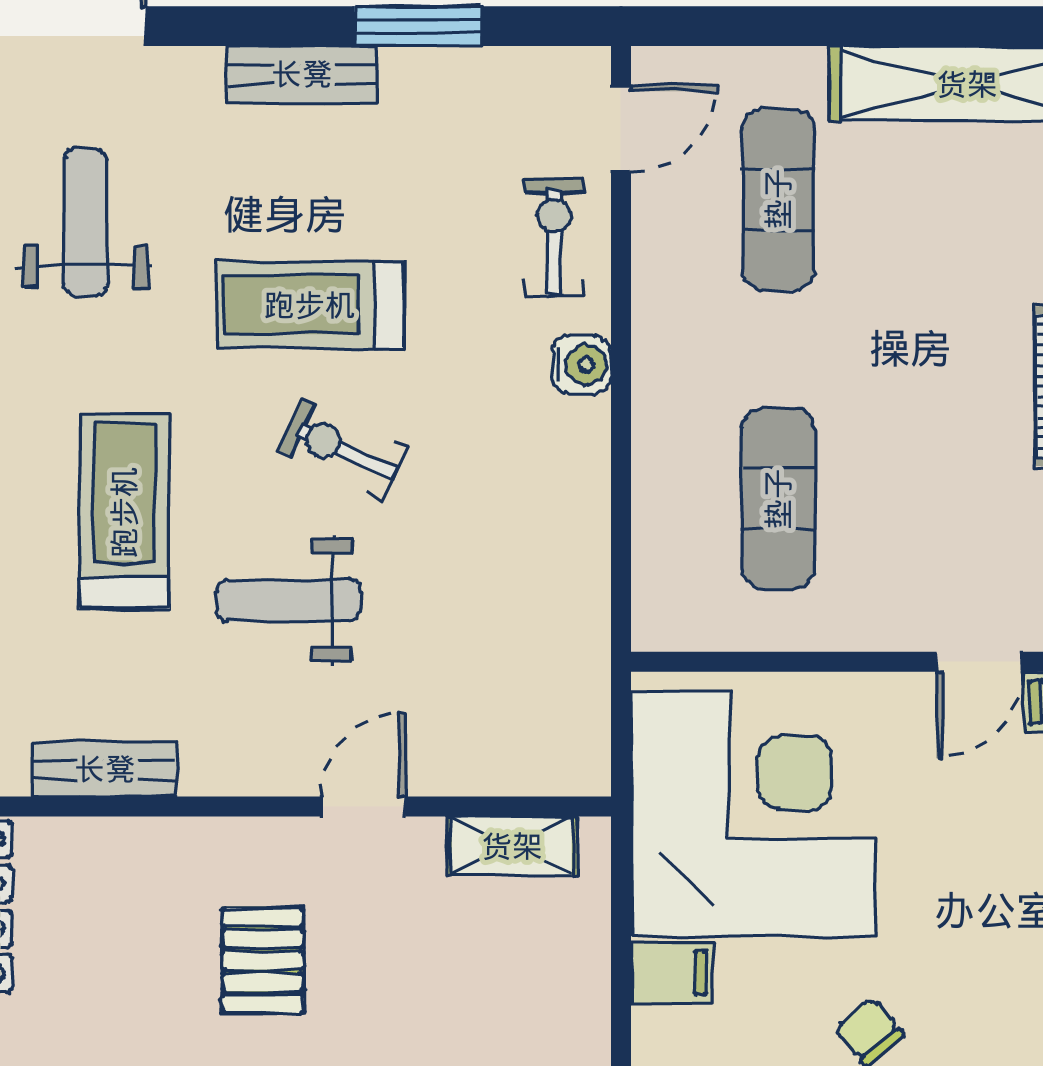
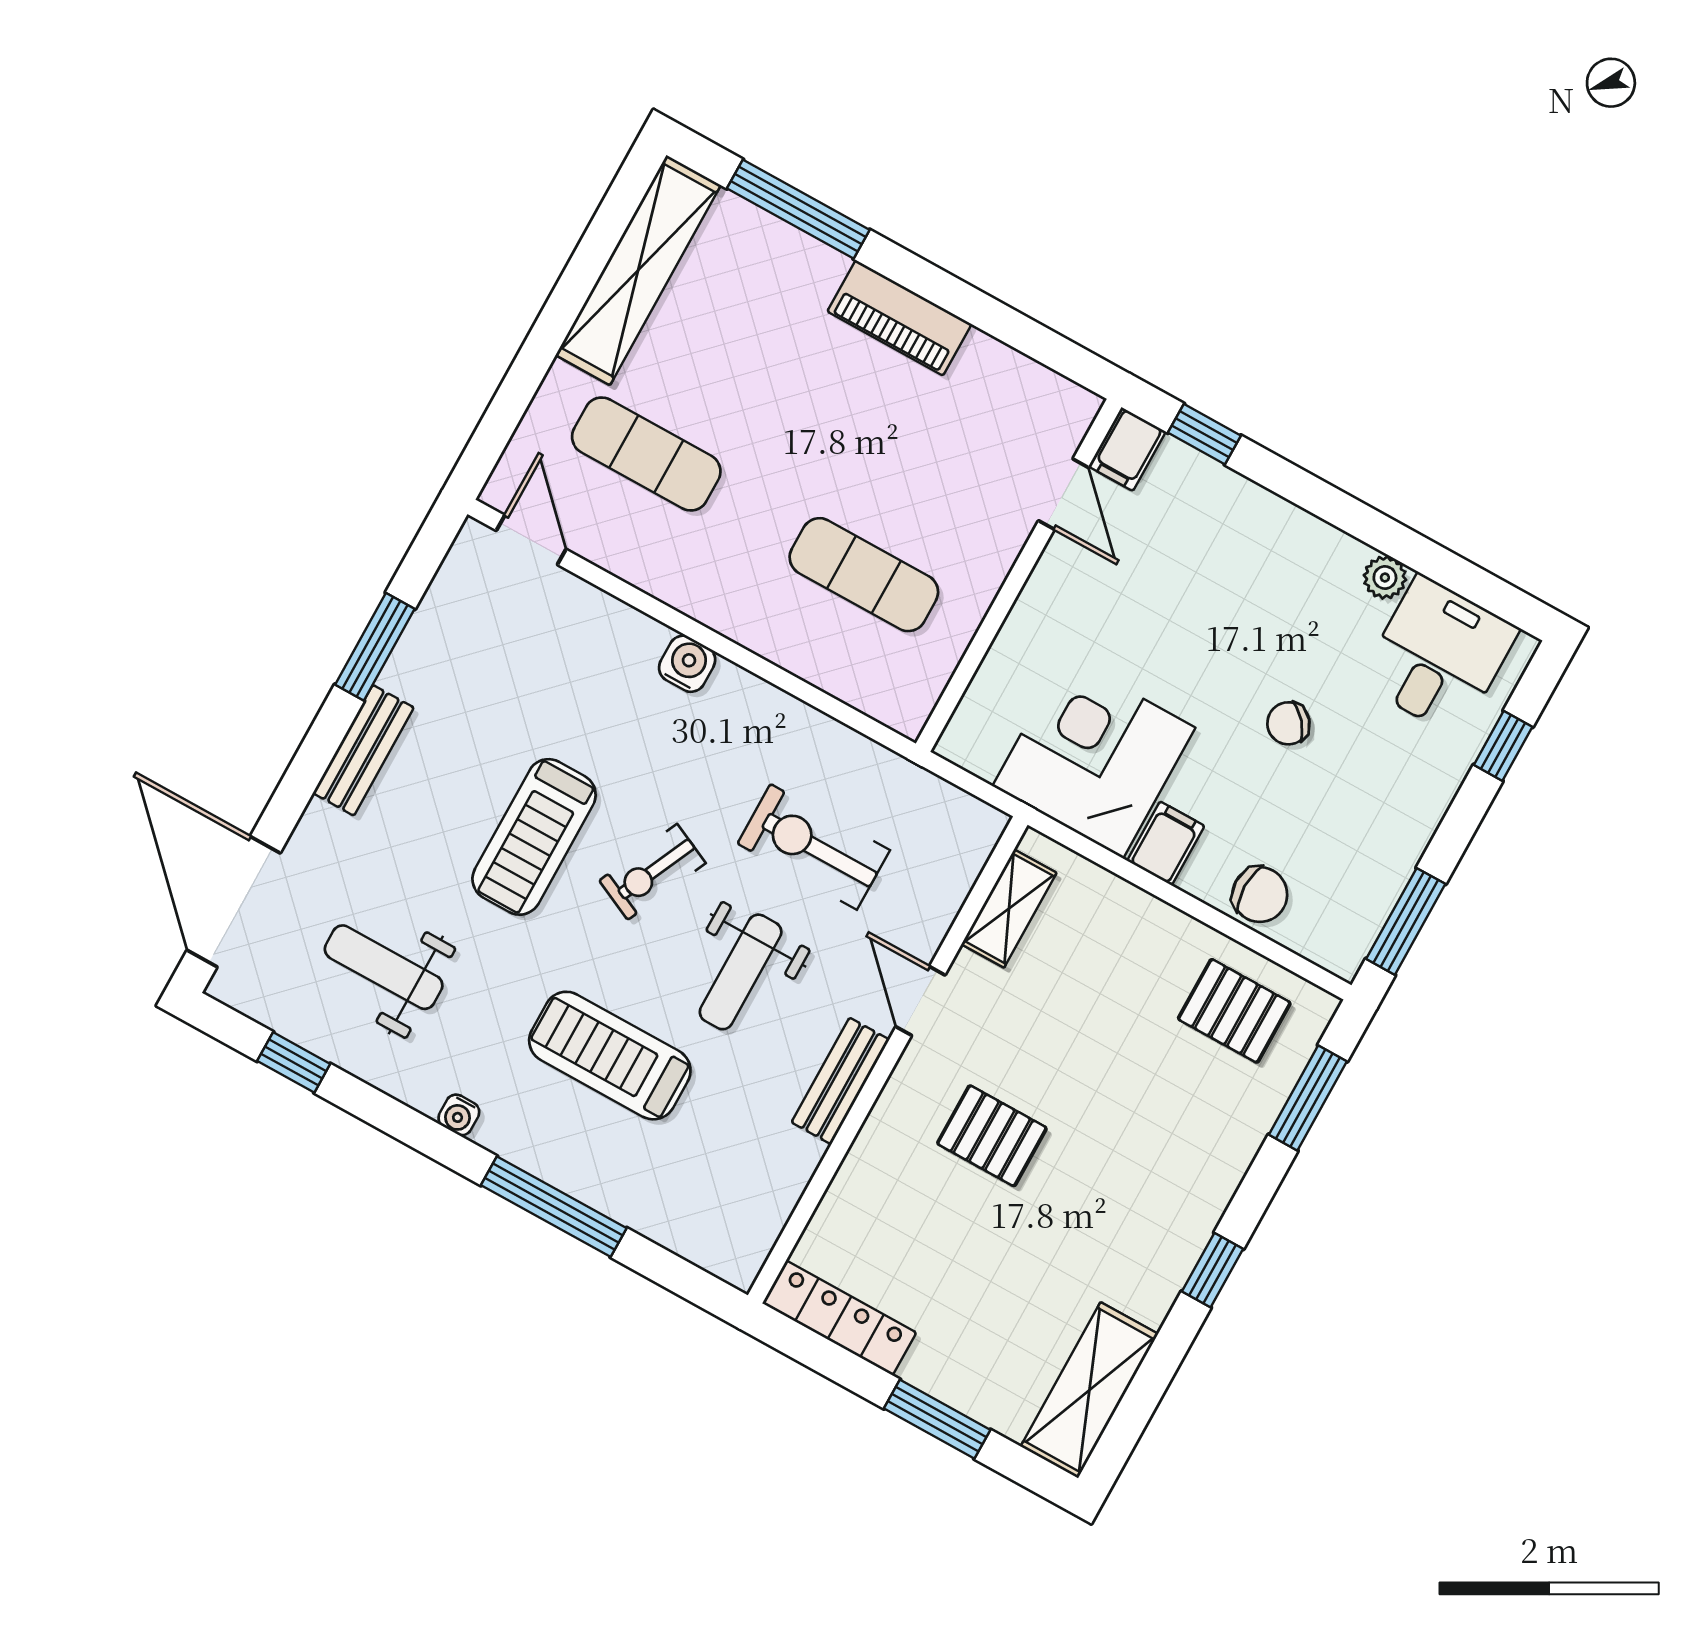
exercise bike: (554, 237) -> (814, 847), moved, width x1.38, depth x1.39
bench: (105, 769) -> (840, 1081), moved
corner desk: (753, 814) -> (1094, 757), width x0.74, depth x0.74

